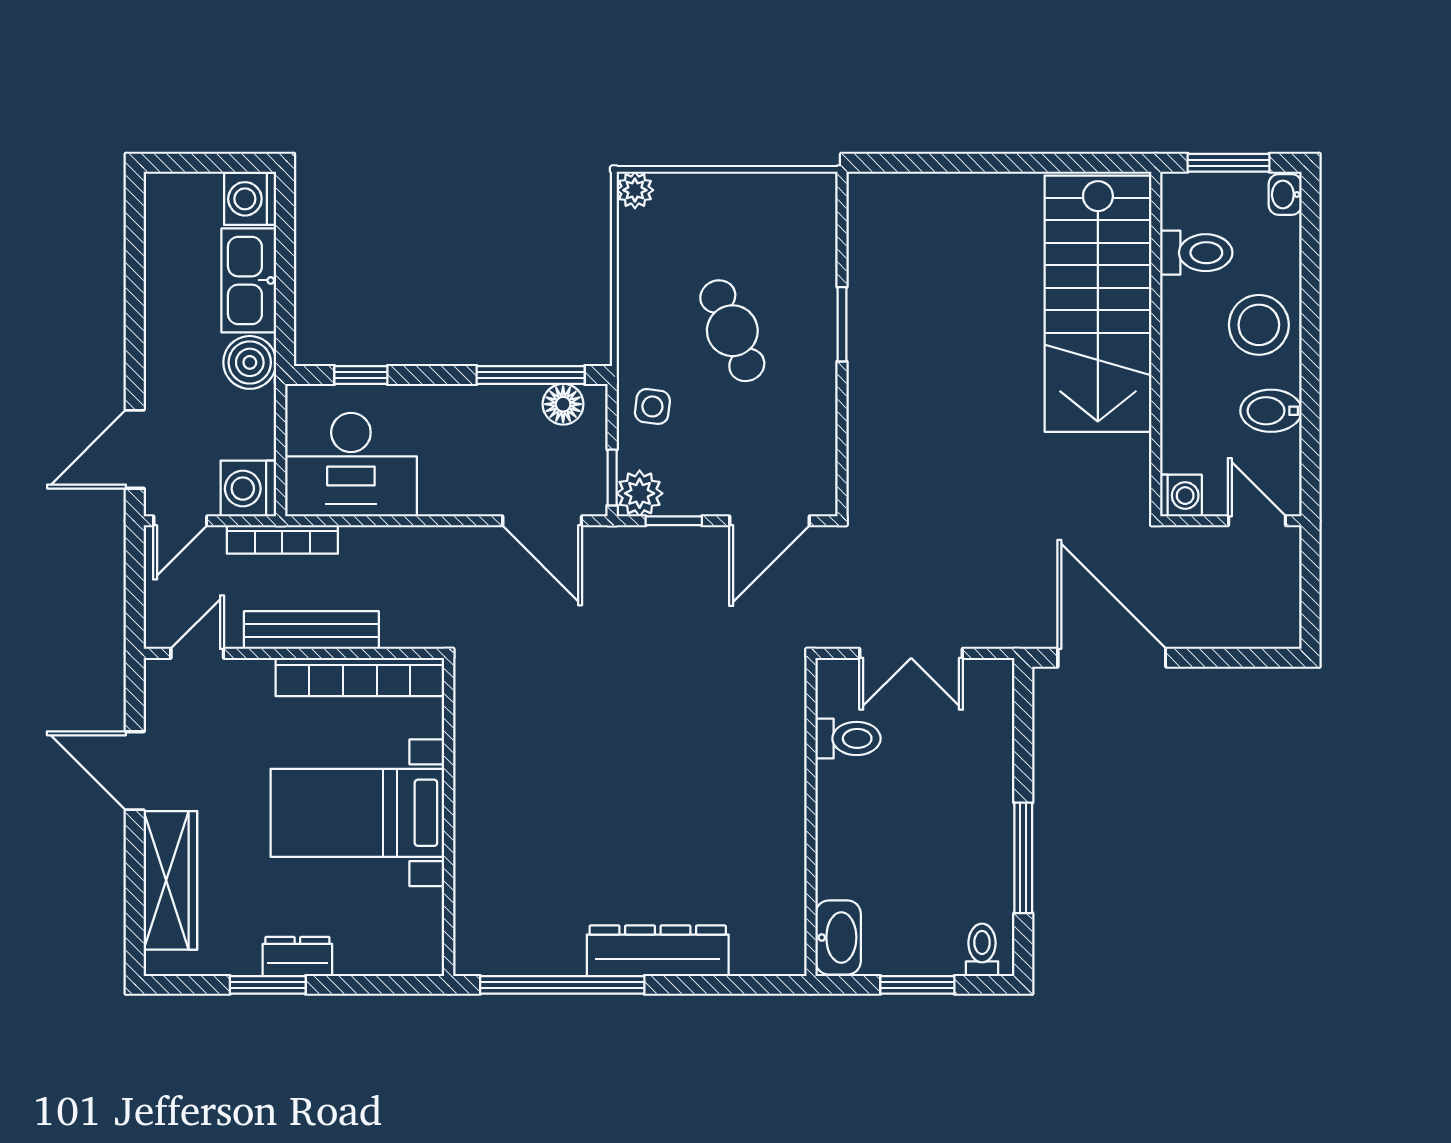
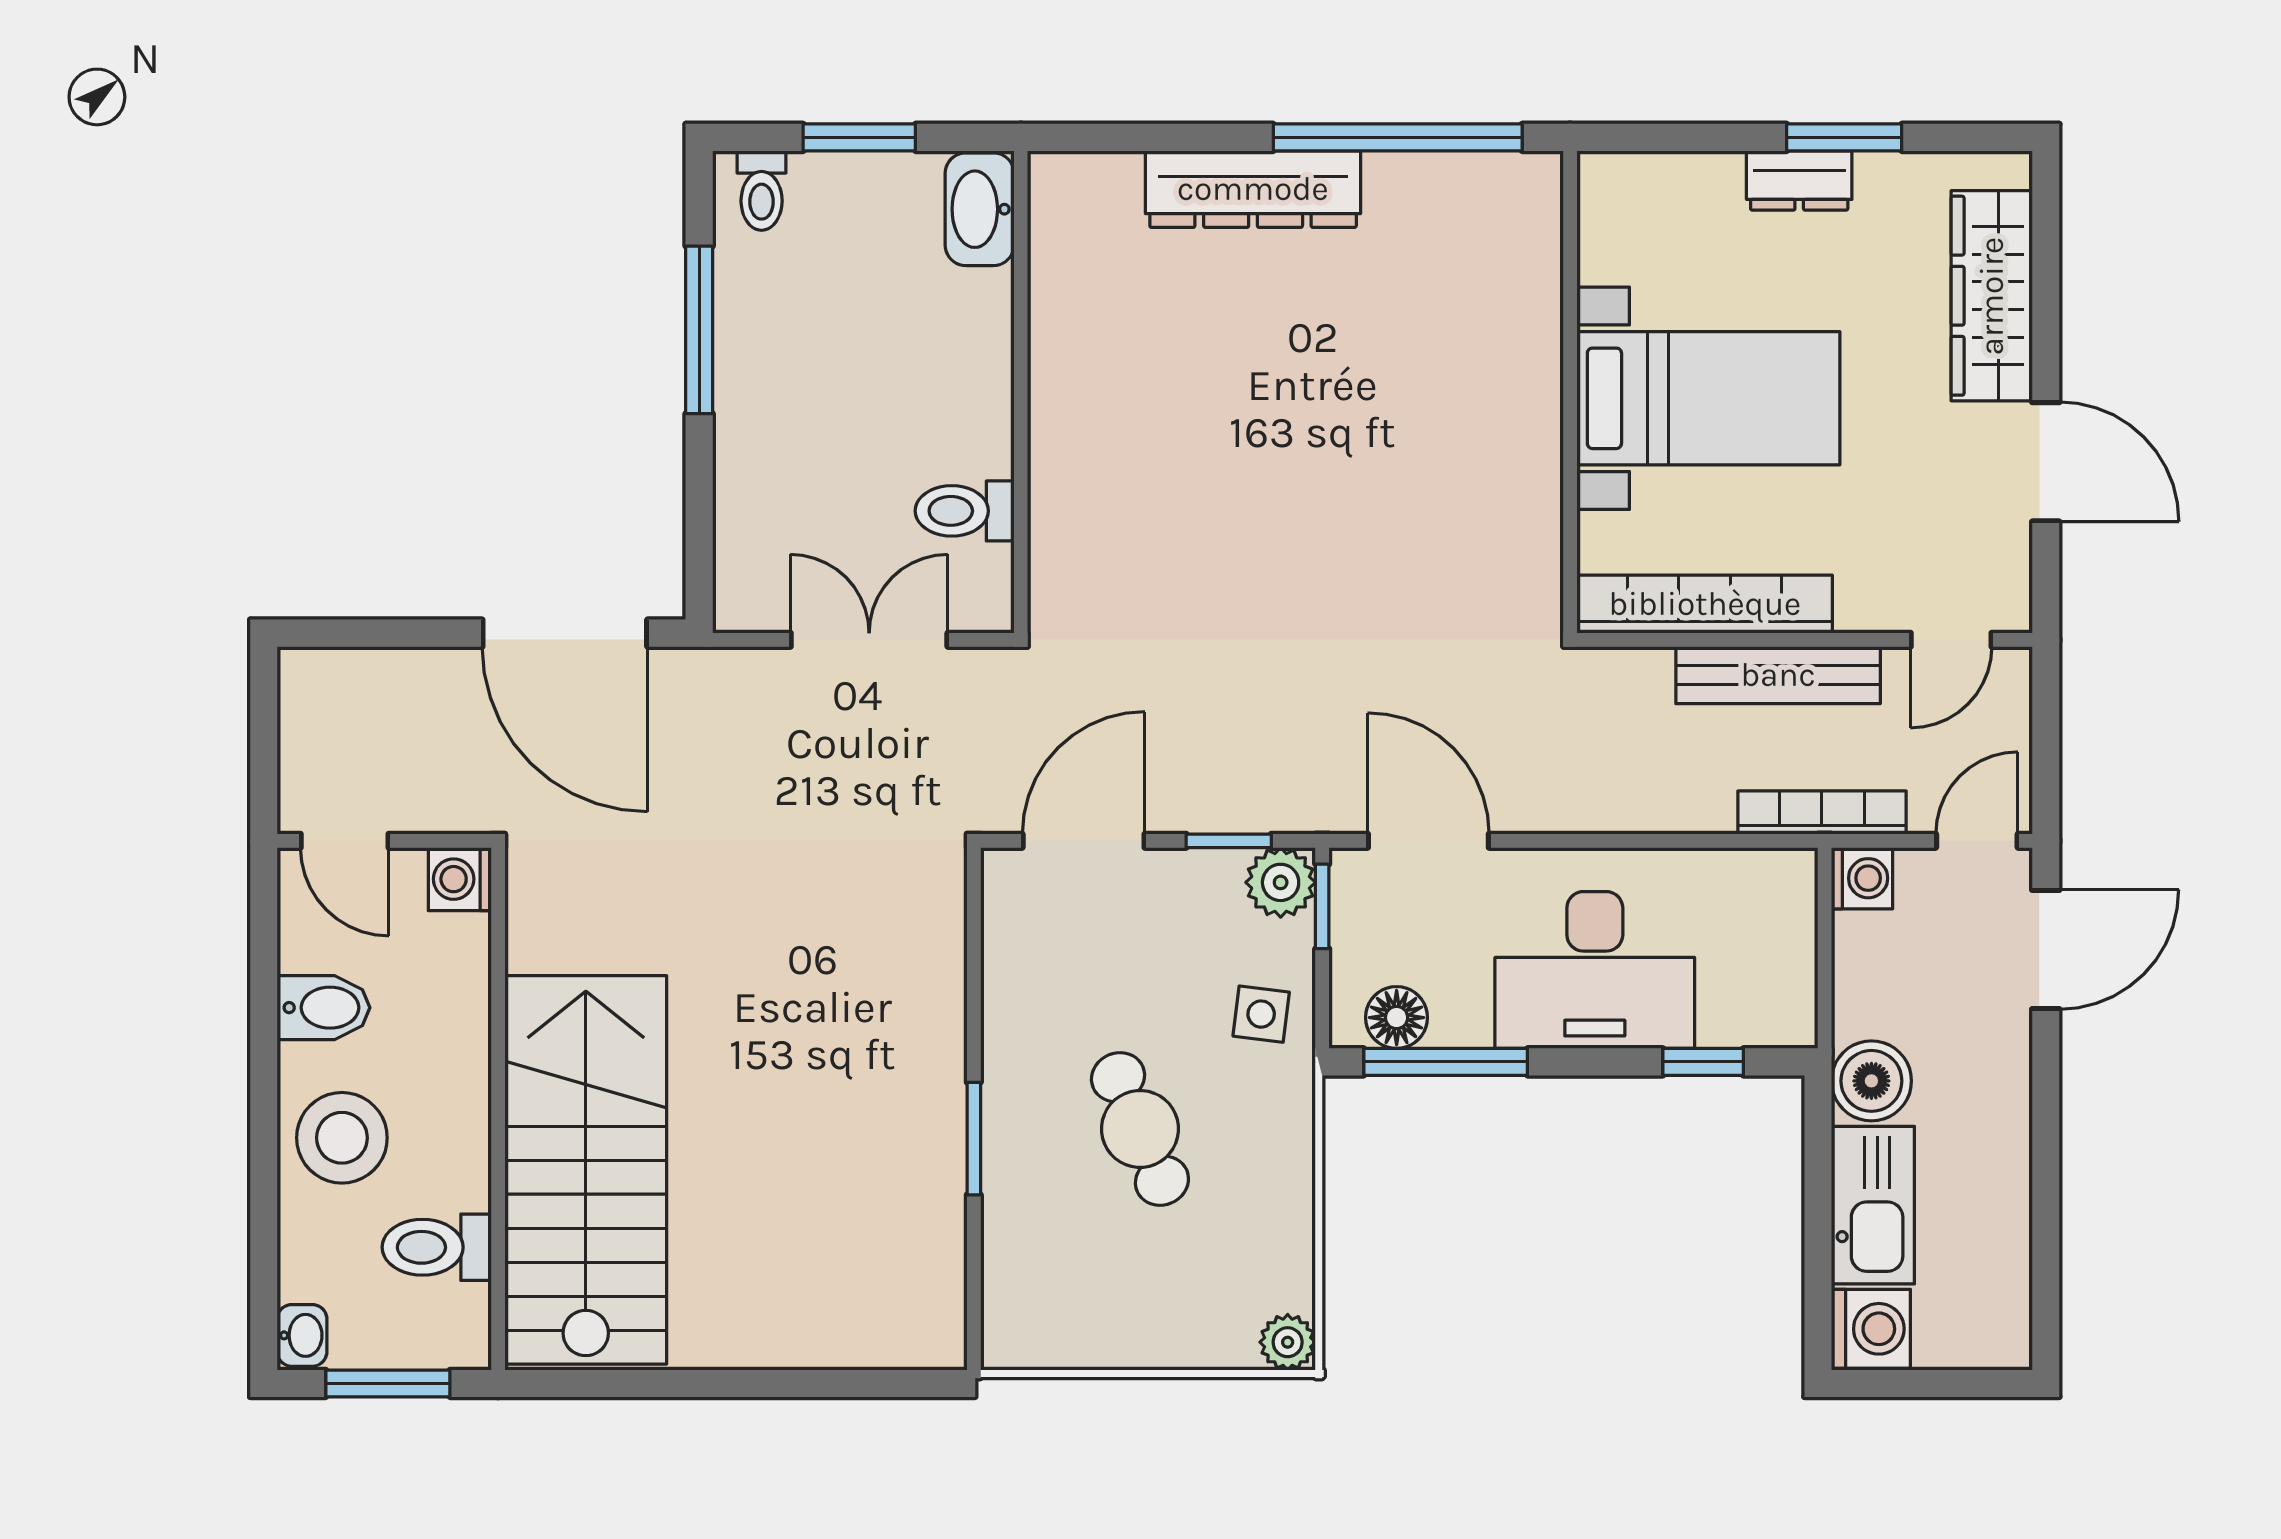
desk: (351, 465) -> (1595, 970), moved, turned 180
washing machine: (248, 489) -> (1862, 878), width x0.73, depth x0.73

